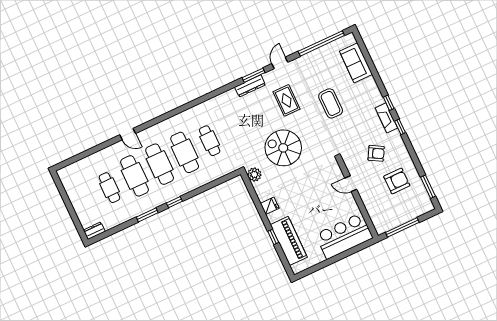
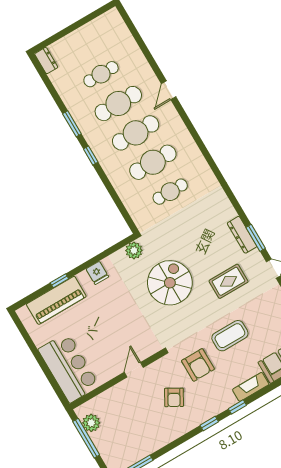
fireplace: (386, 118) -> (251, 387), moved
armchair: (397, 181) -> (198, 365), moved
plant: (390, 222) -> (91, 423), added

